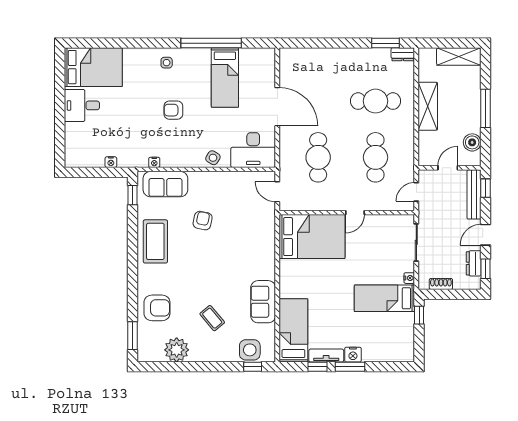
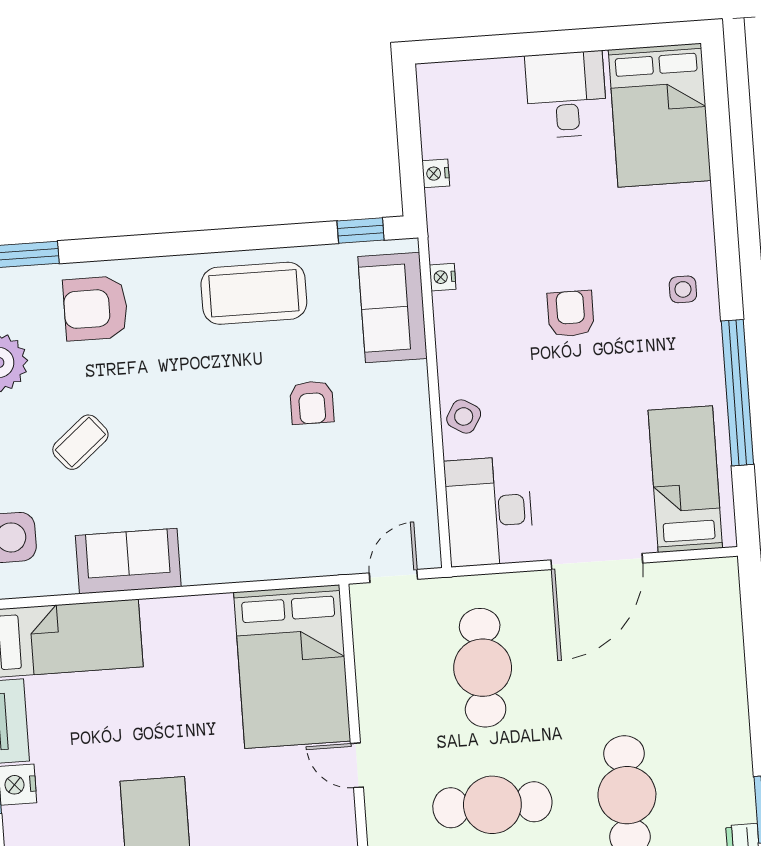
bed: (225, 77) -> (685, 479), moved, turned 90
cafe table: (318, 157) -> (483, 668), turned 90
armchair: (203, 221) -> (312, 402), turned 78
armchair: (157, 308) -> (95, 308), turned 90

